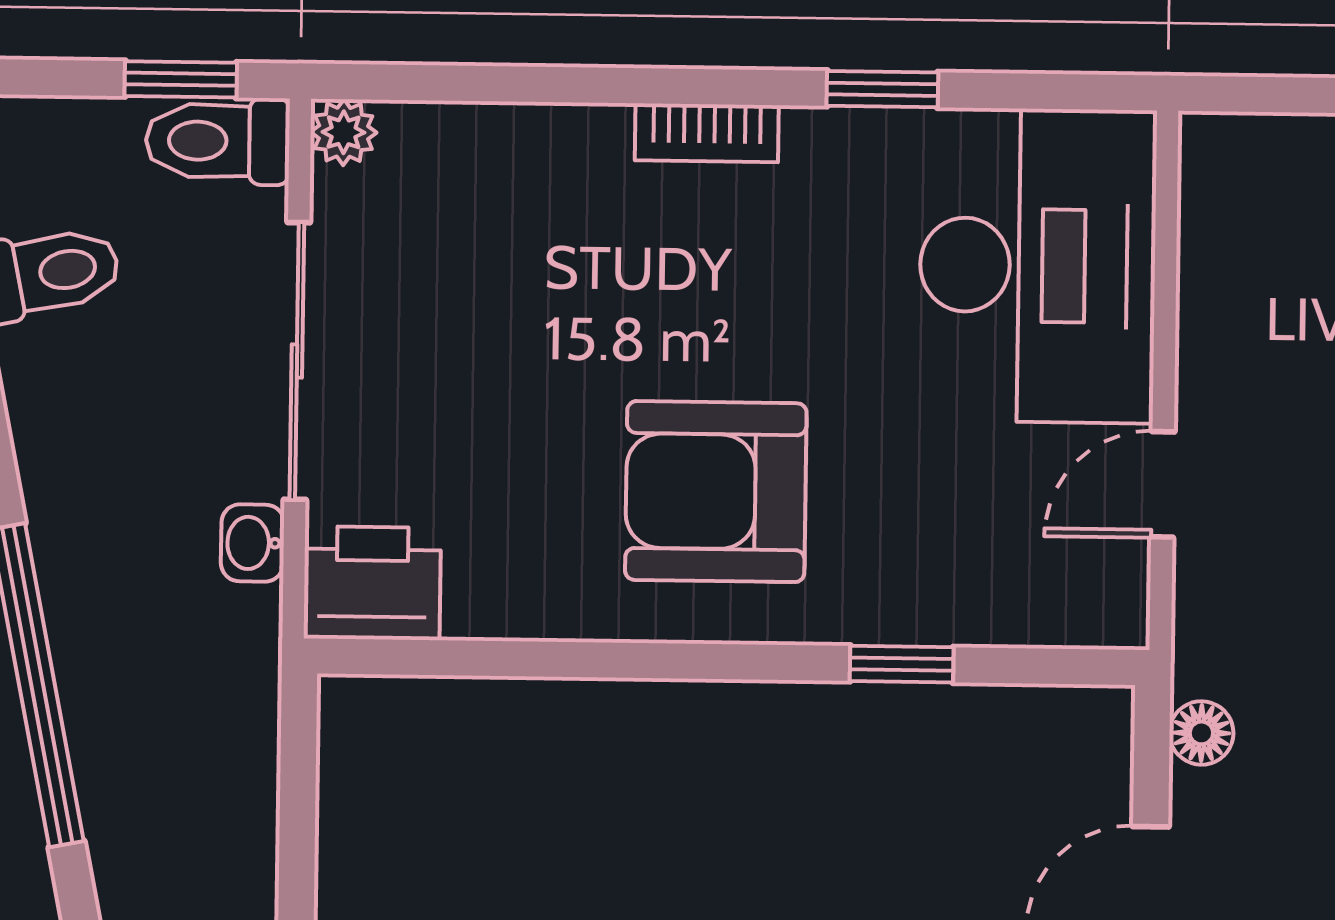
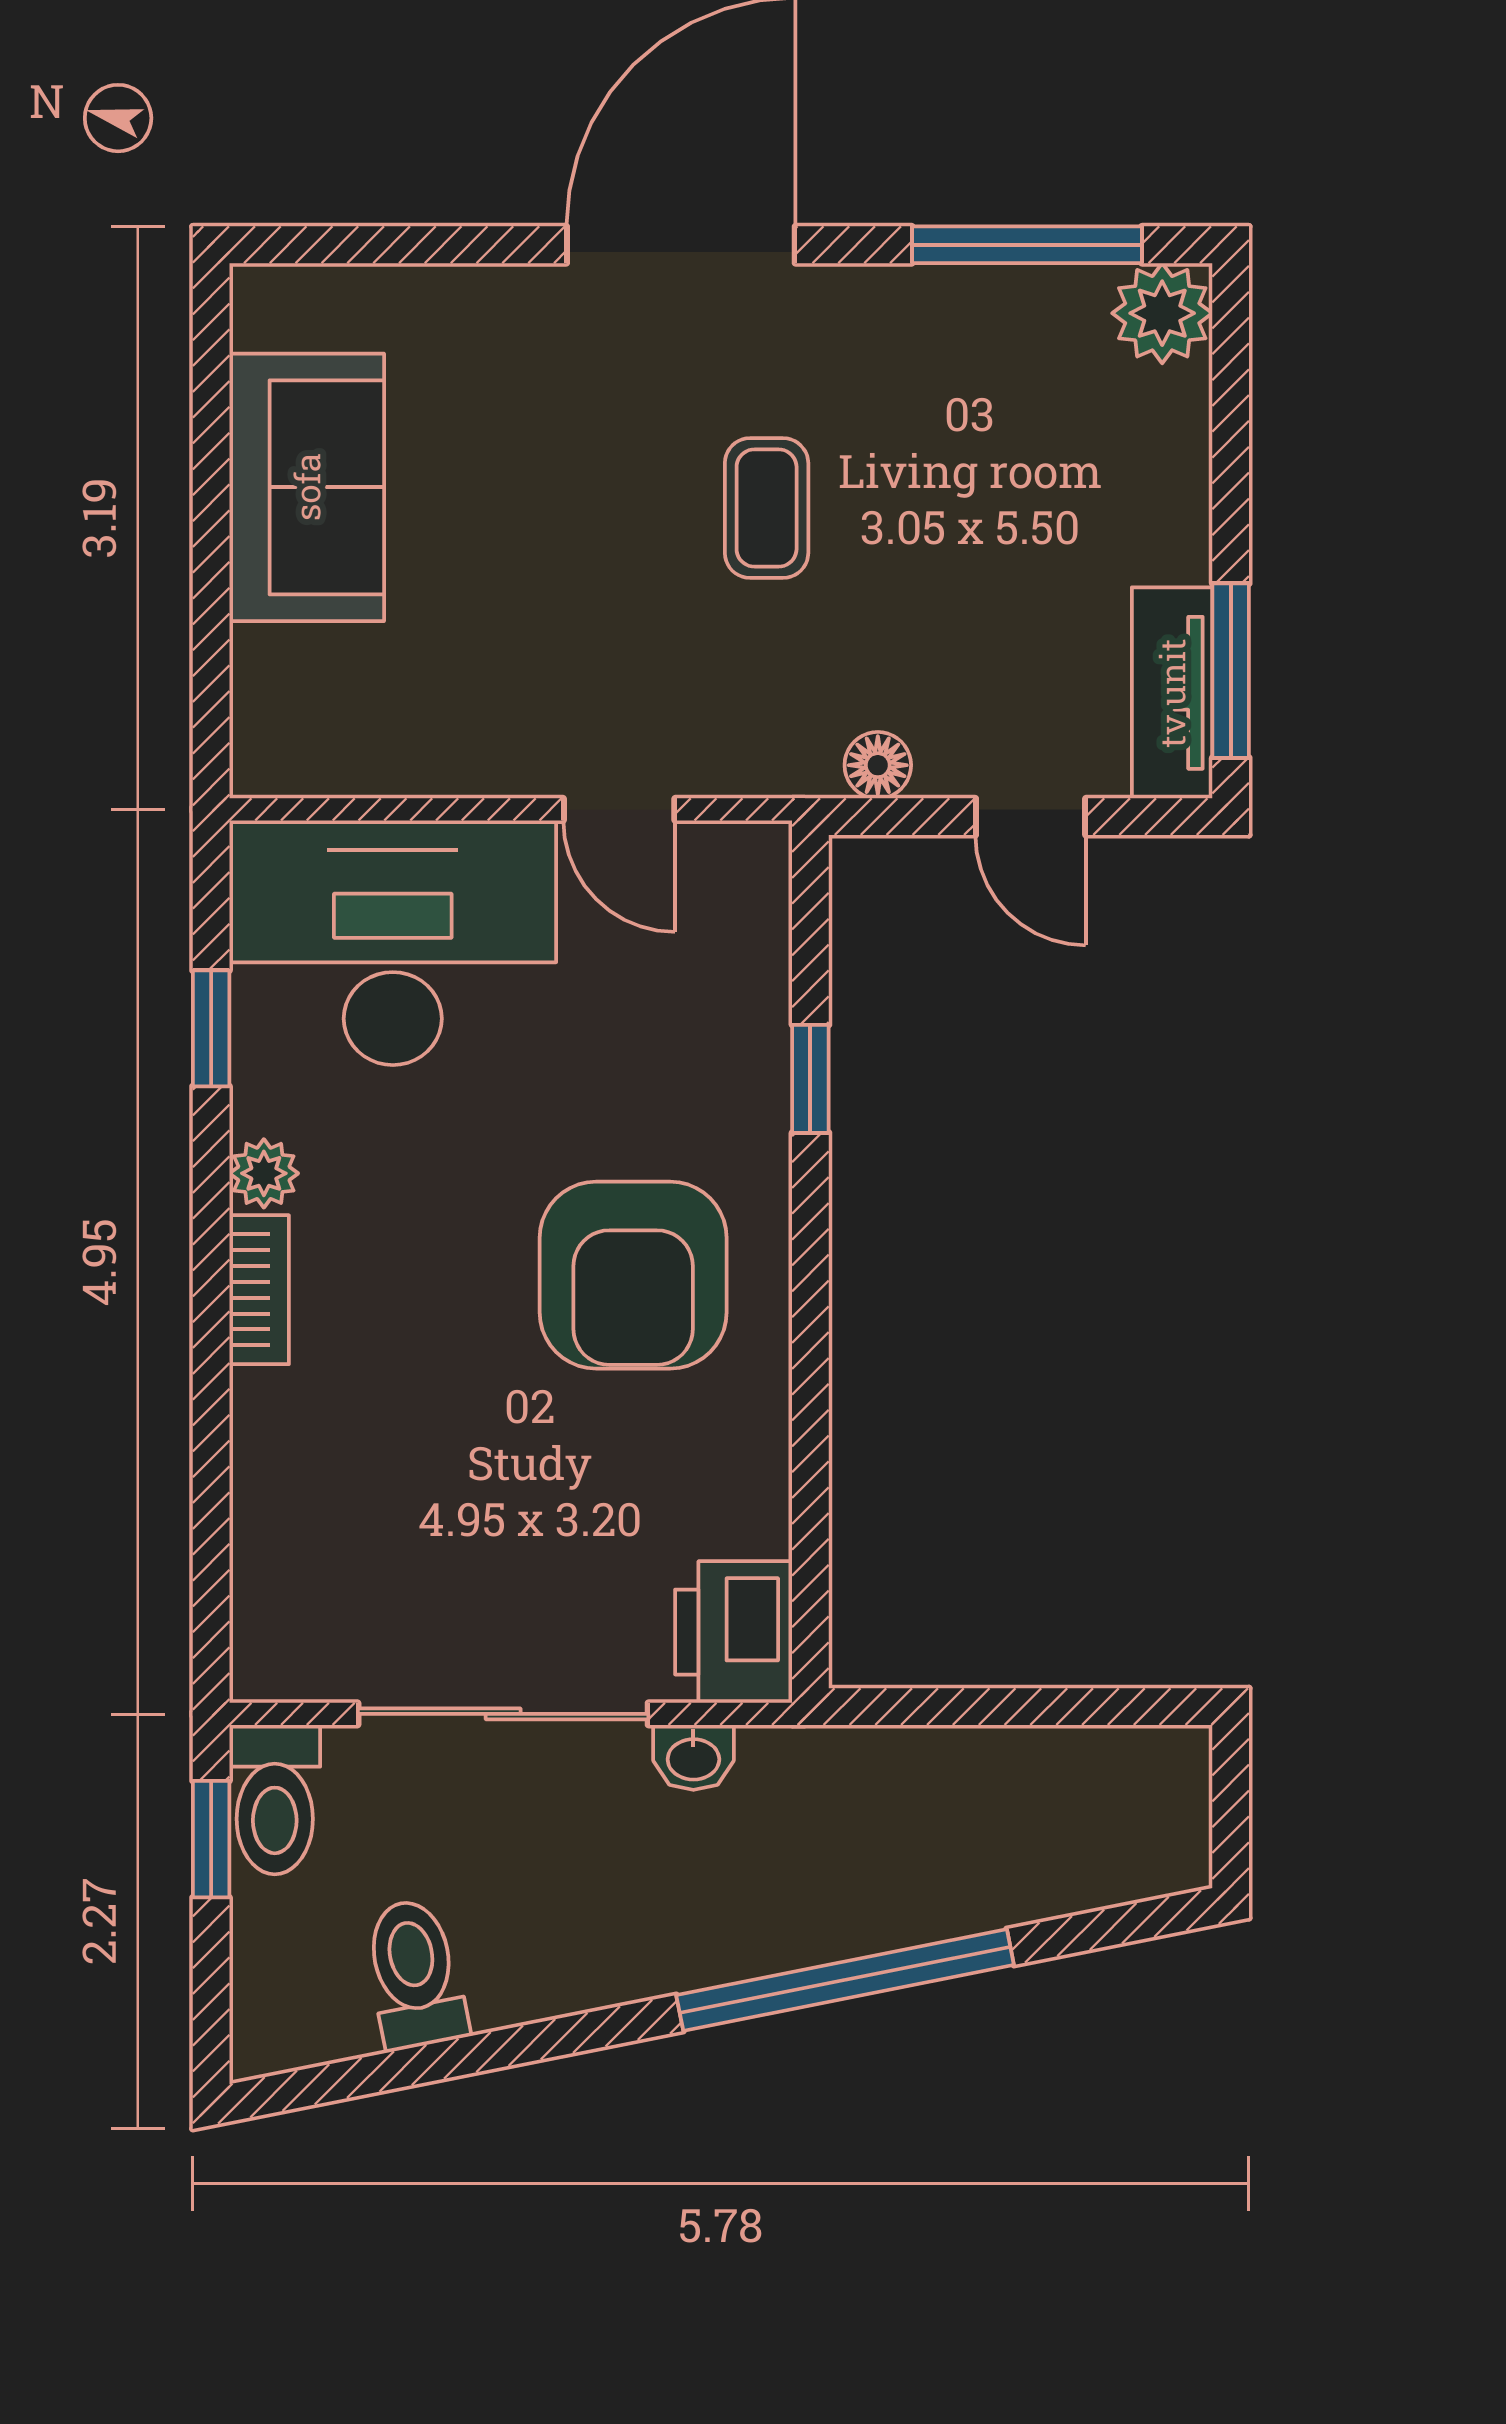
window: (882, 89) -> (211, 1028), moved
plant: (344, 132) -> (264, 1173), moved

